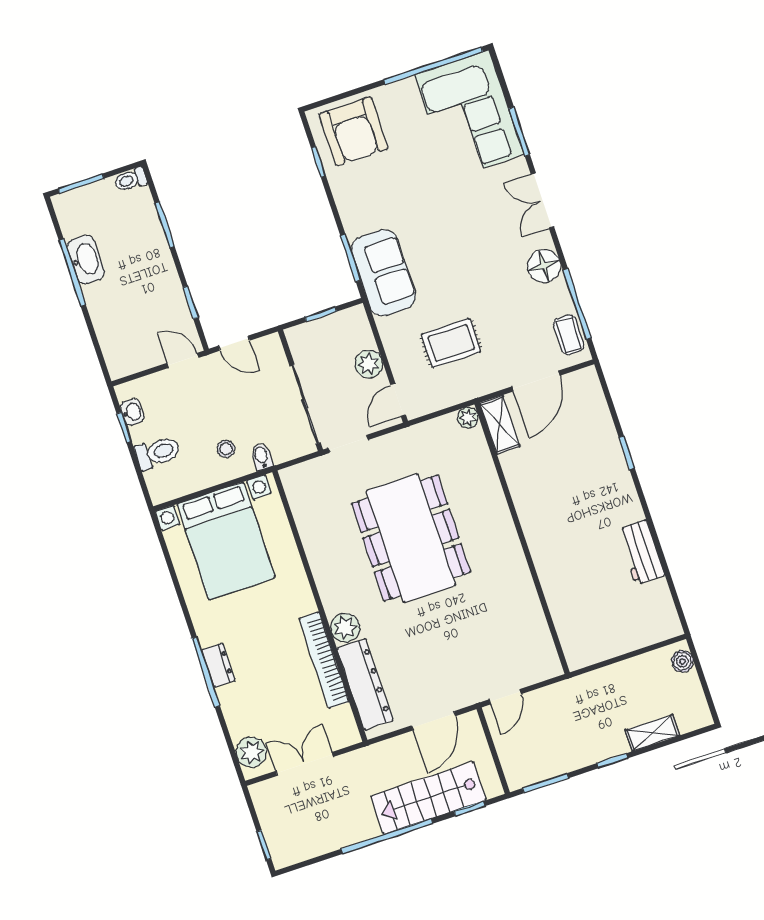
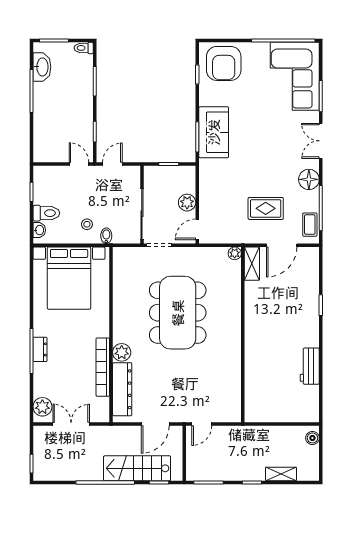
washbasin: (86, 259) -> (42, 67), moved
sofa: (384, 273) -> (214, 132), moved
door: (234, 343) -> (112, 164), swing flipped
rug: (451, 343) -> (266, 208), moved
washbasin: (132, 412) -> (39, 230), moved

